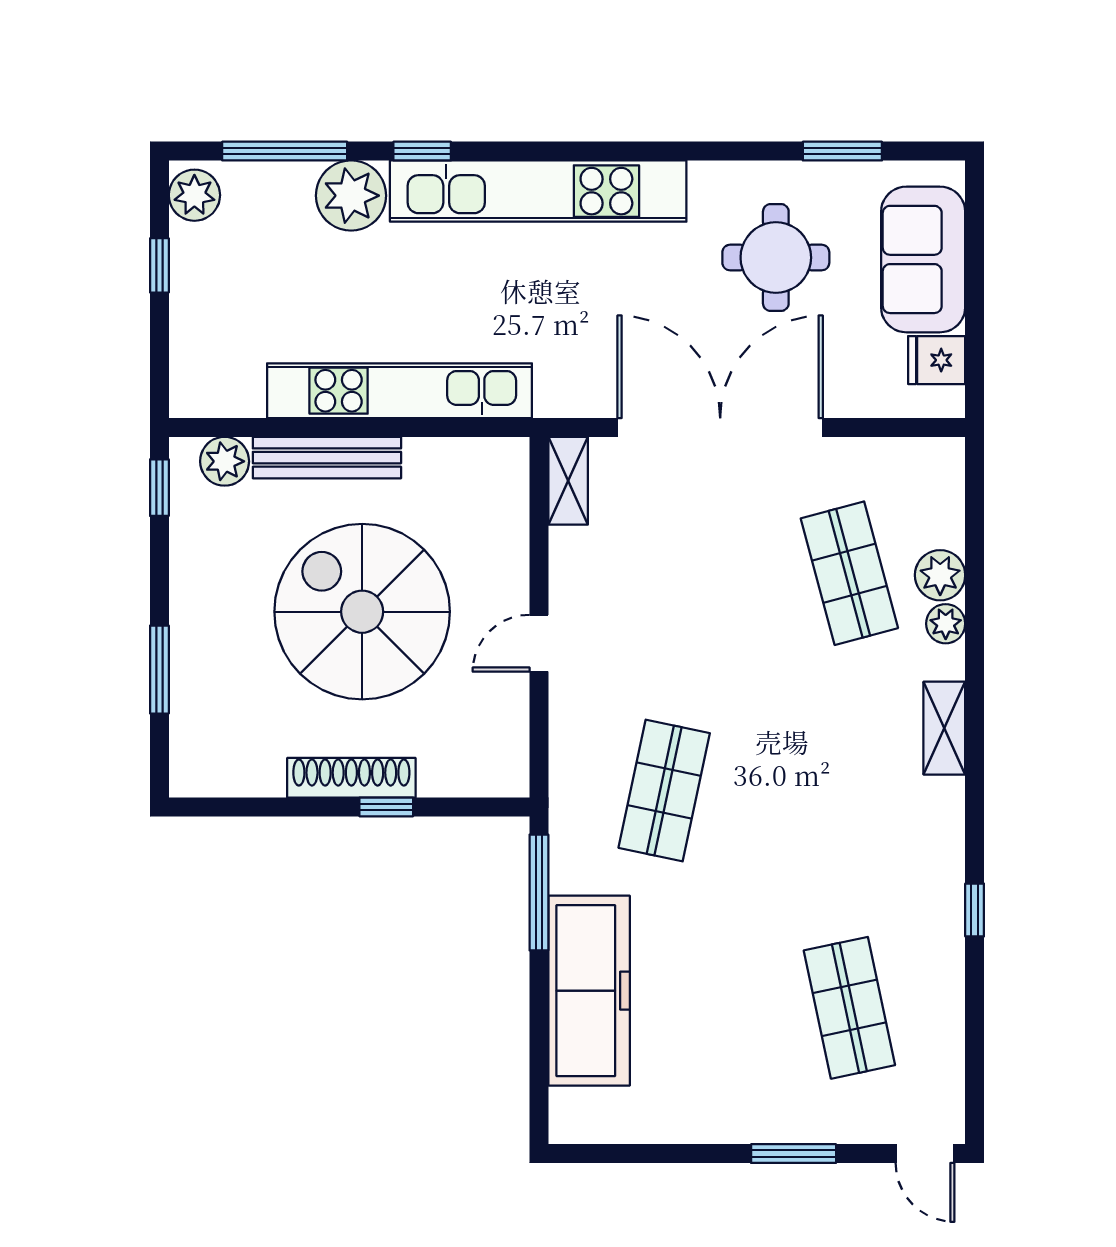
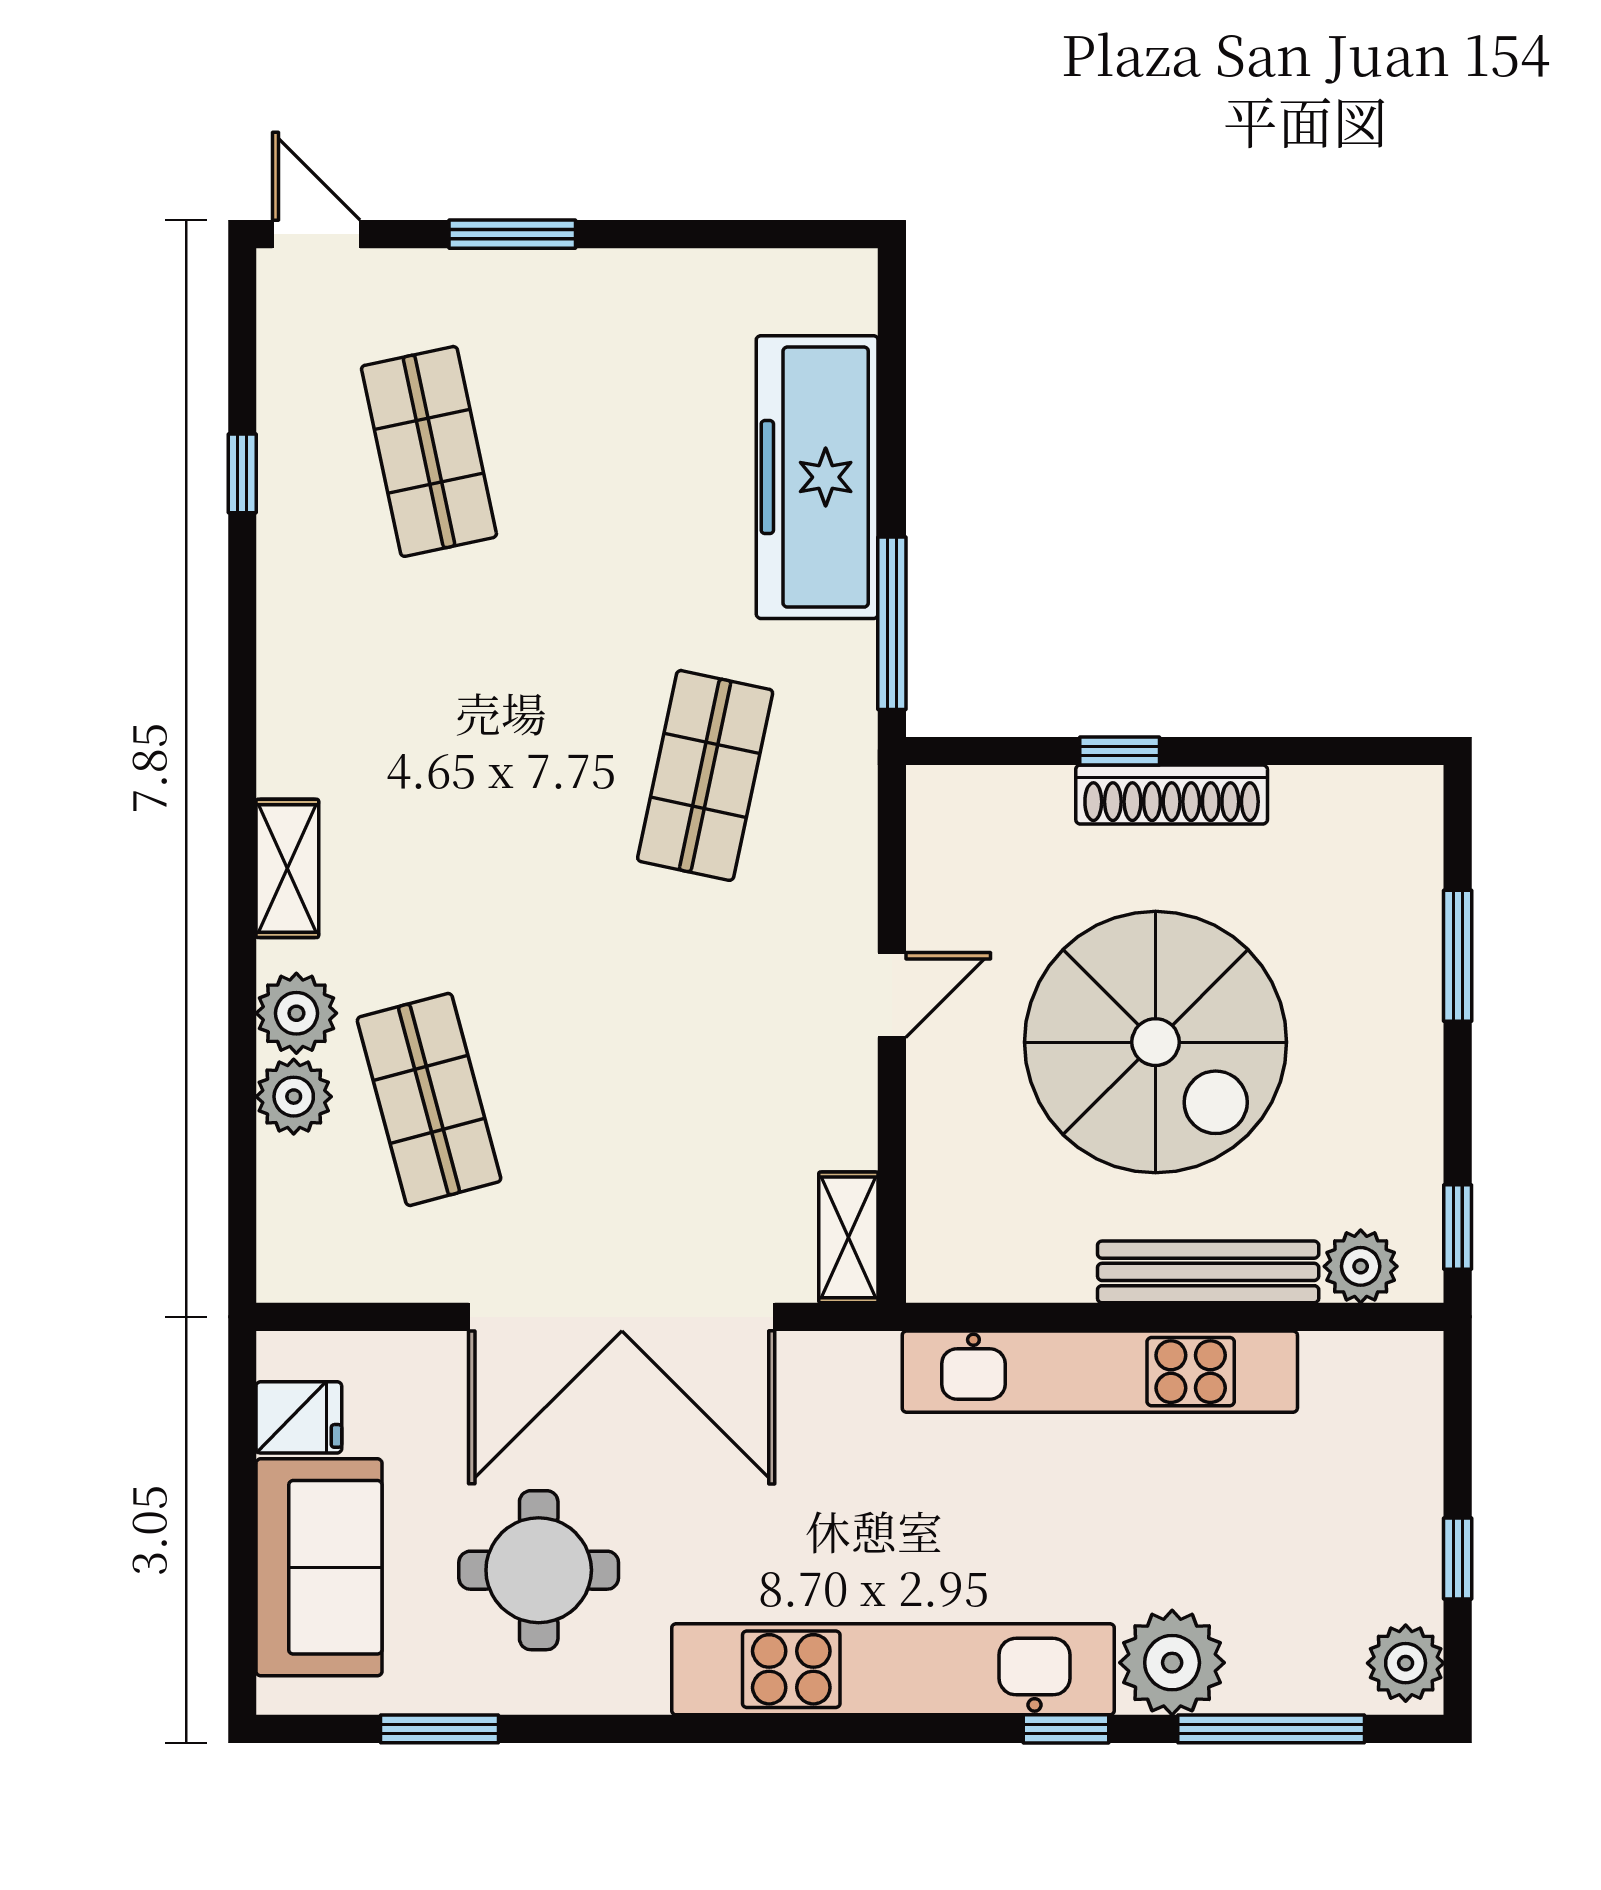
plant: (946, 624) -> (296, 1013), width x1.38, depth x1.38
window: (975, 910) -> (242, 473), moved

